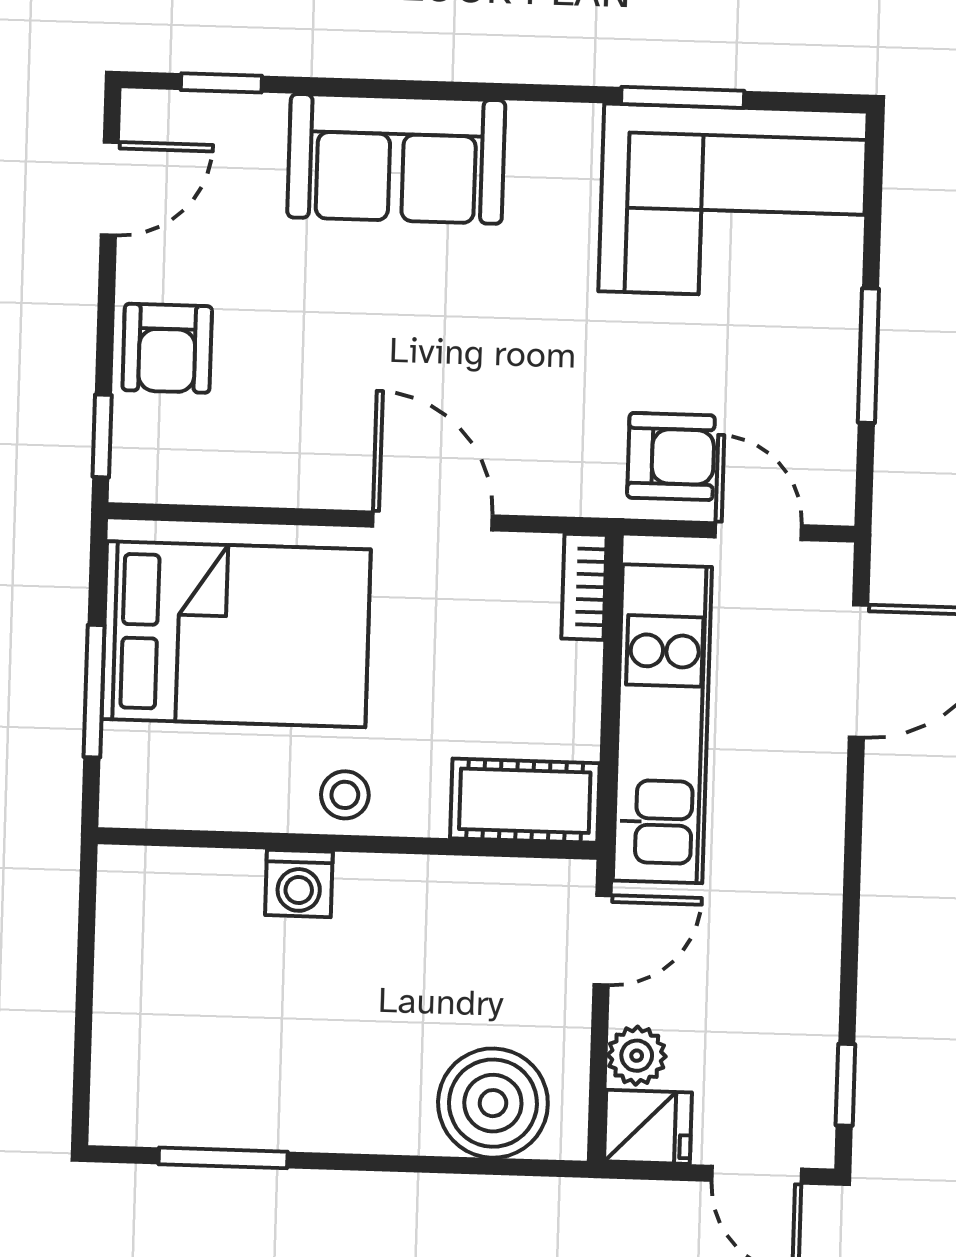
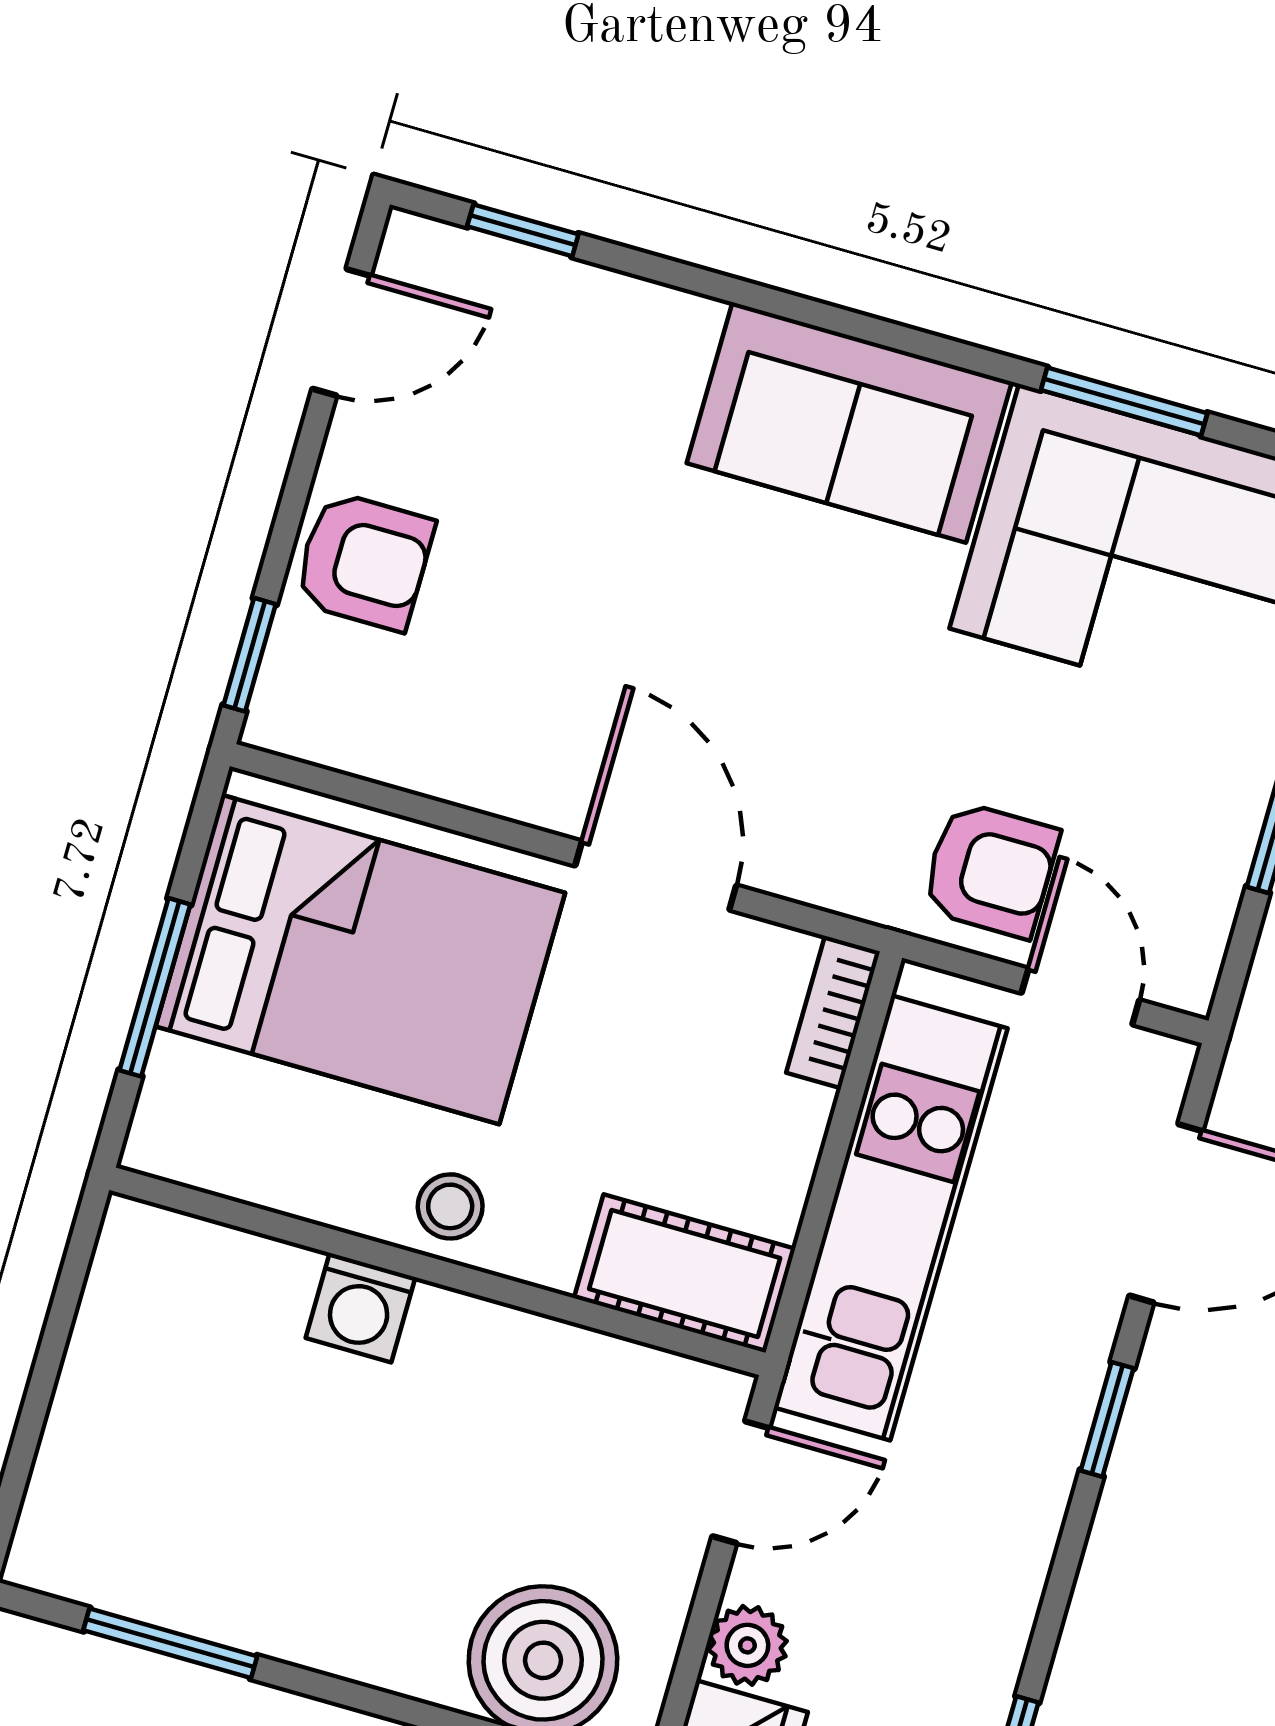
sofa: (396, 159) -> (849, 423), moved
armchair: (167, 348) -> (364, 561), turned -90
window: (854, 829) -> (1107, 1419), added

